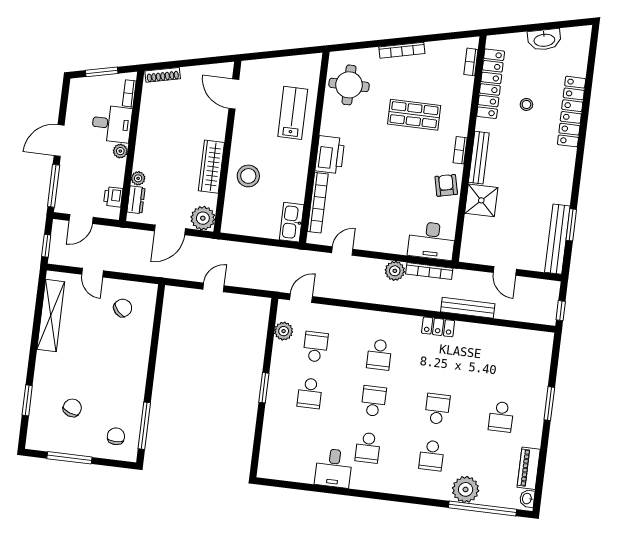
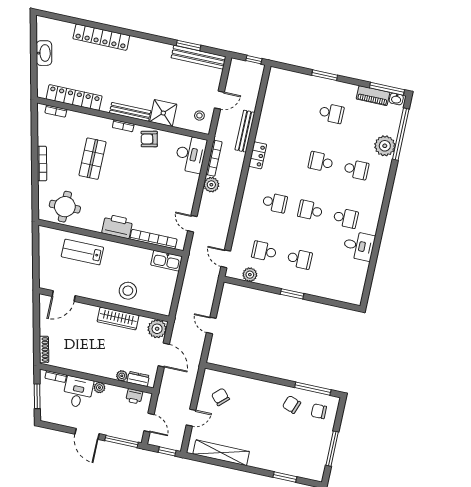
stool: (526, 104) -> (199, 116), moved
chair: (72, 408) -> (292, 405), moved
window: (539, 485) -> (387, 89), added

